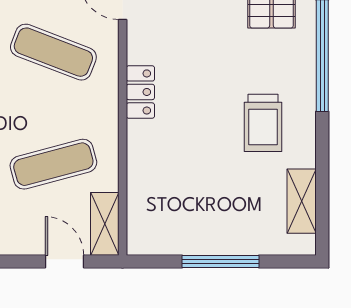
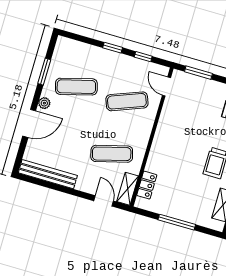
exercise mat: (53, 52) -> (127, 101), turned -42
locker: (140, 92) -> (147, 185), moved

